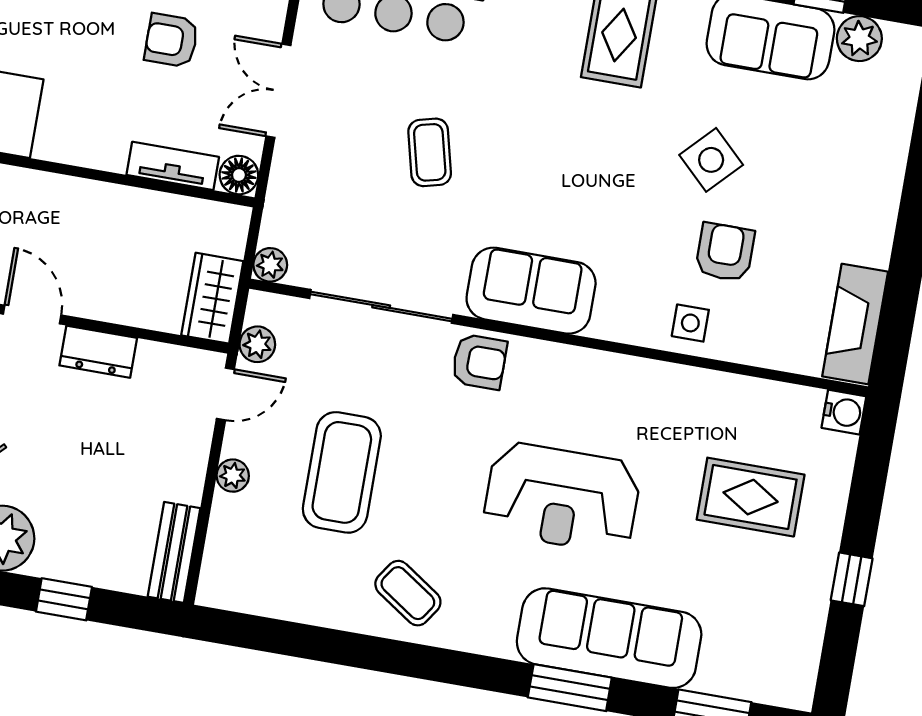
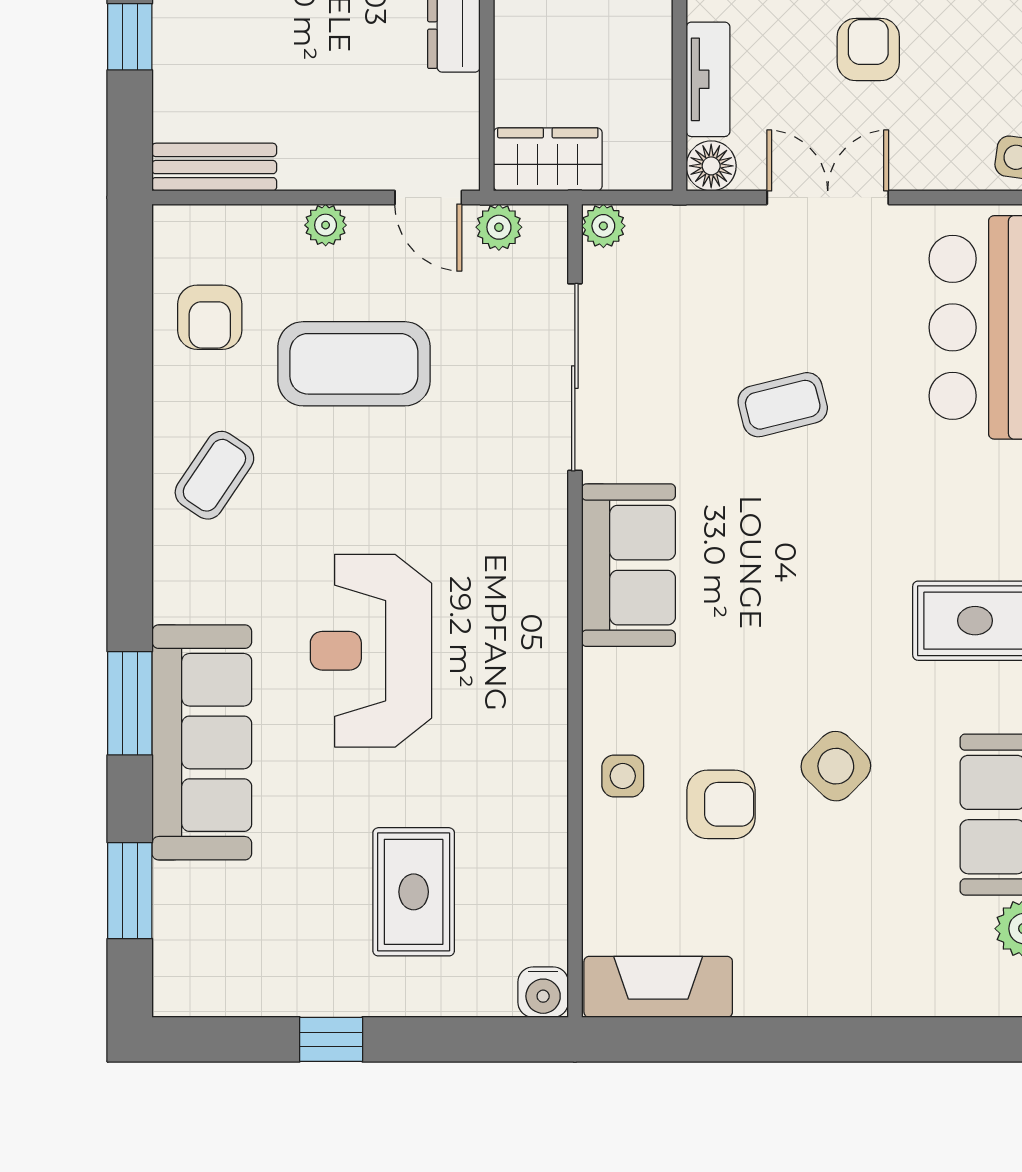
armchair: (479, 362) -> (210, 317), moved

